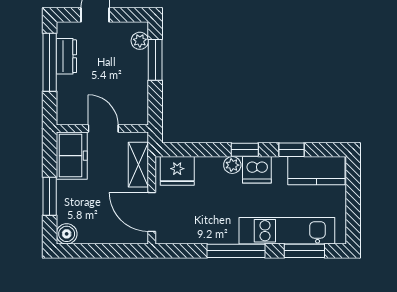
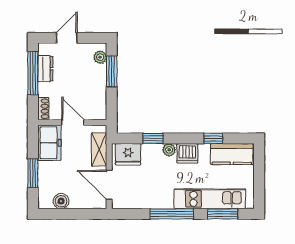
shoe rack: (64, 110) -> (43, 109), added
window: (245, 150) -> (153, 138), moved
boiler: (67, 234) -> (61, 201), moved

